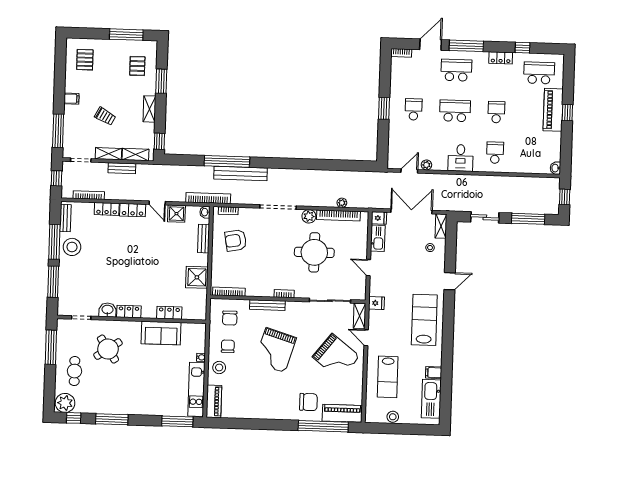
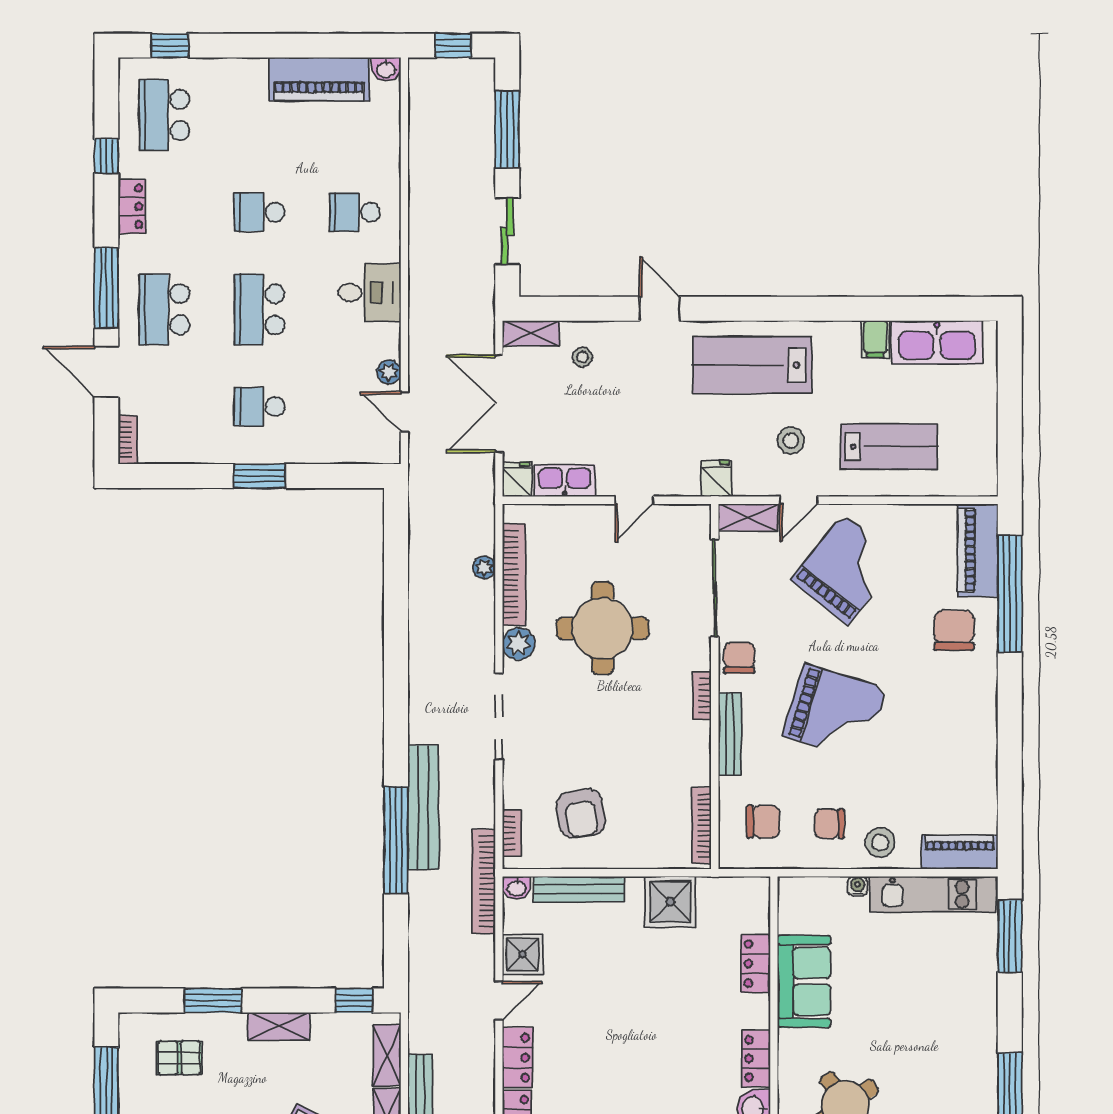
piano: (553, 110) -> (319, 79), moved
window: (567, 113) -> (170, 46), moved
bench: (204, 239) -> (579, 889), width x1.36
chair: (300, 310) -> (739, 658), added
stool: (393, 417) -> (791, 440), moved

